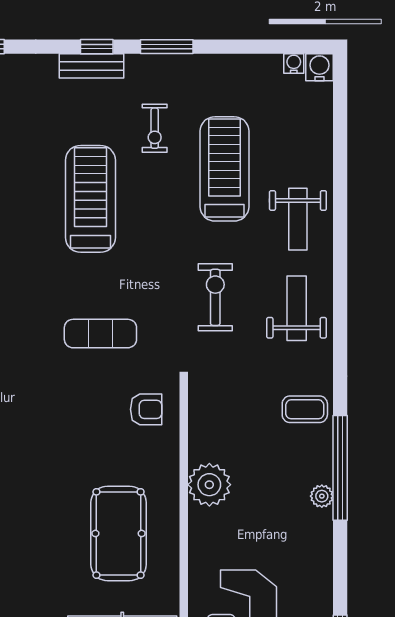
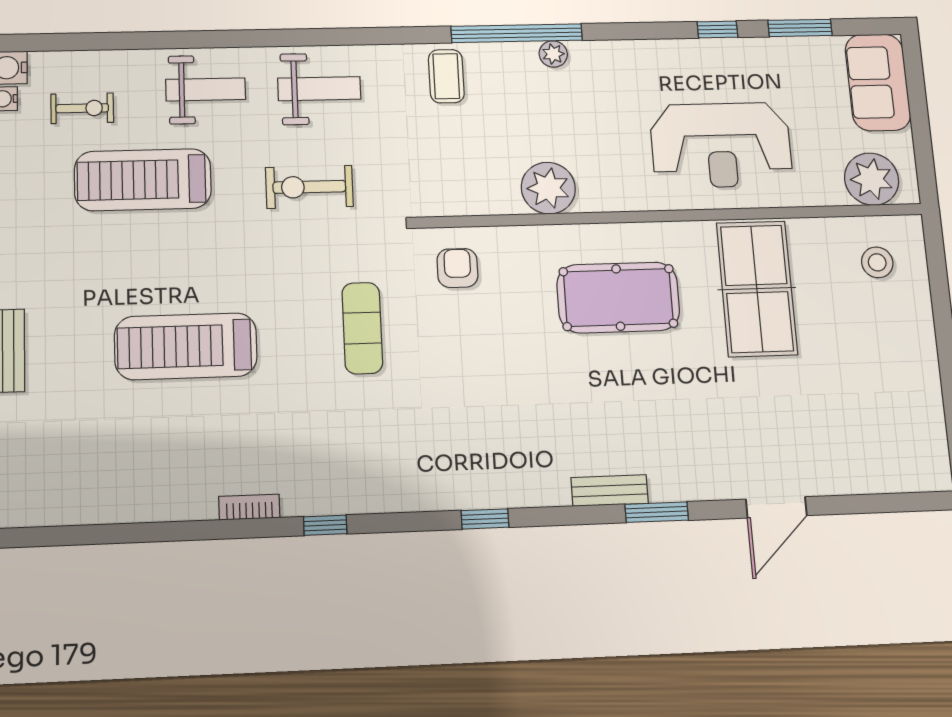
exercise bike: (155, 128) -> (82, 108), moved
weight bench: (297, 308) -> (319, 89), turned 180

